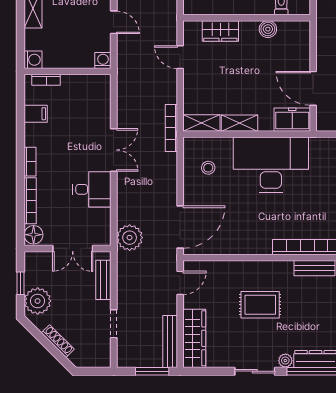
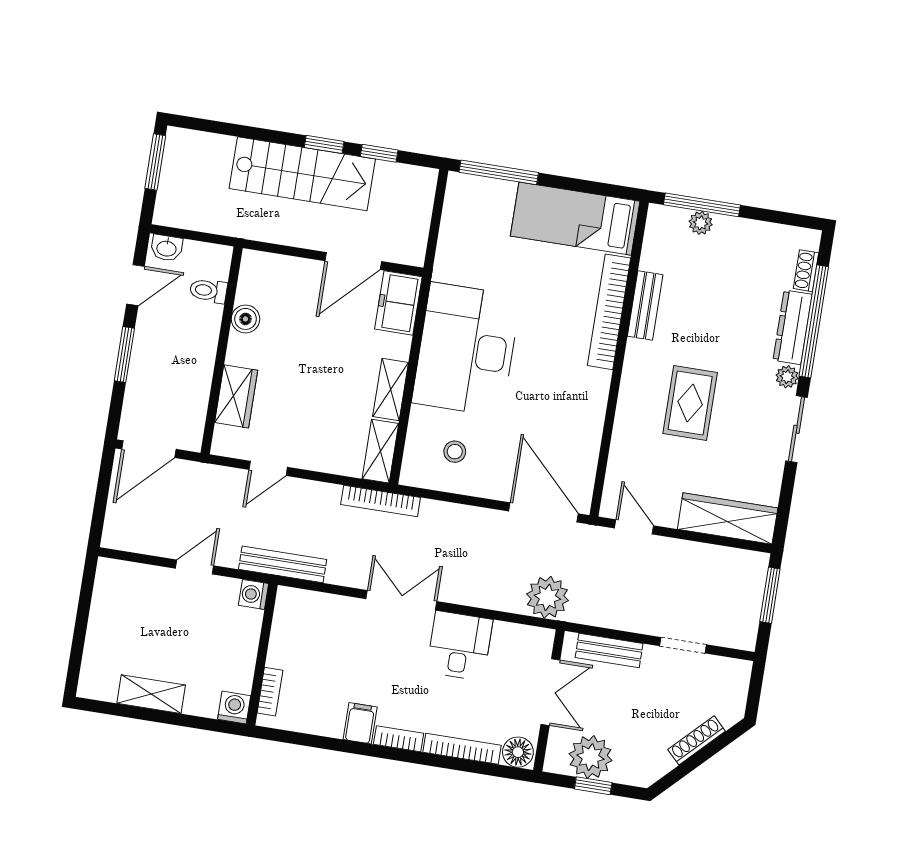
filing cabinet: (36, 114) -> (360, 723), moved
plant: (38, 301) -> (591, 757), moved
bench: (170, 341) -> (283, 564), moved

